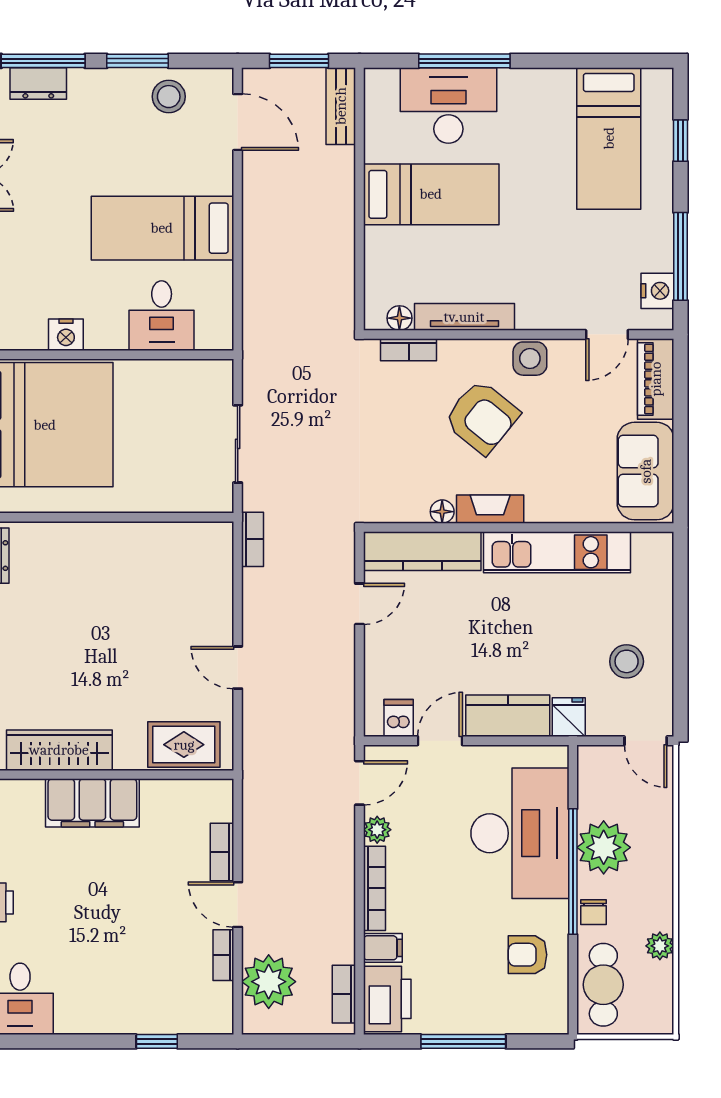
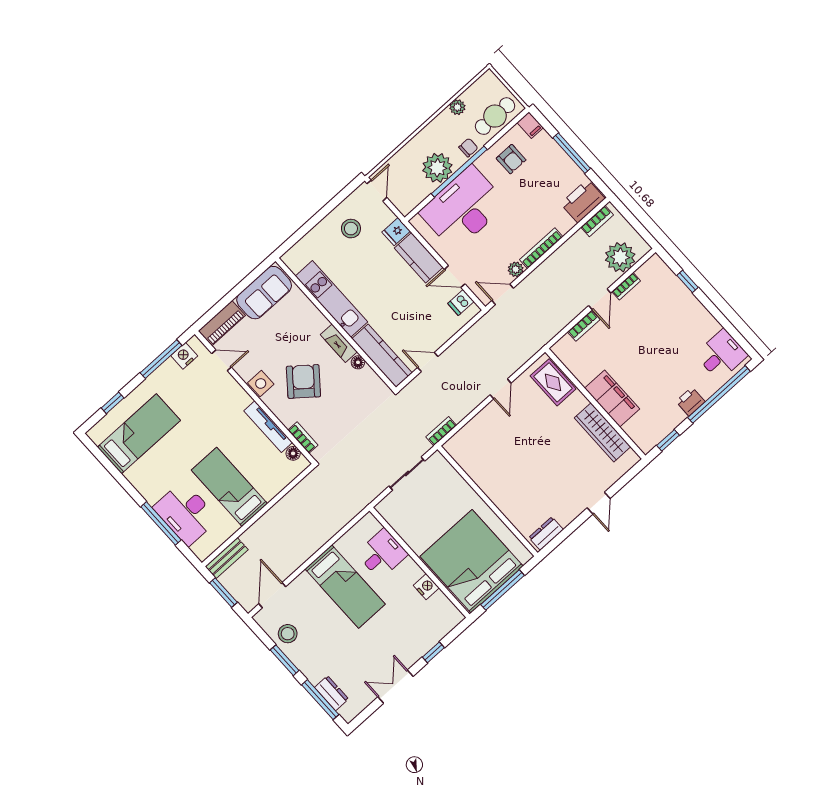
filing cabinet: (383, 948) -> (530, 125), moved, turned 180

